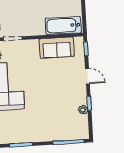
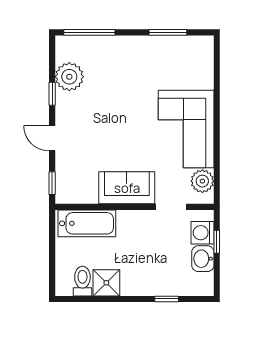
sofa: (57, 48) -> (127, 188), moved
plant: (83, 110) -> (69, 77), width x1.88, depth x1.88

